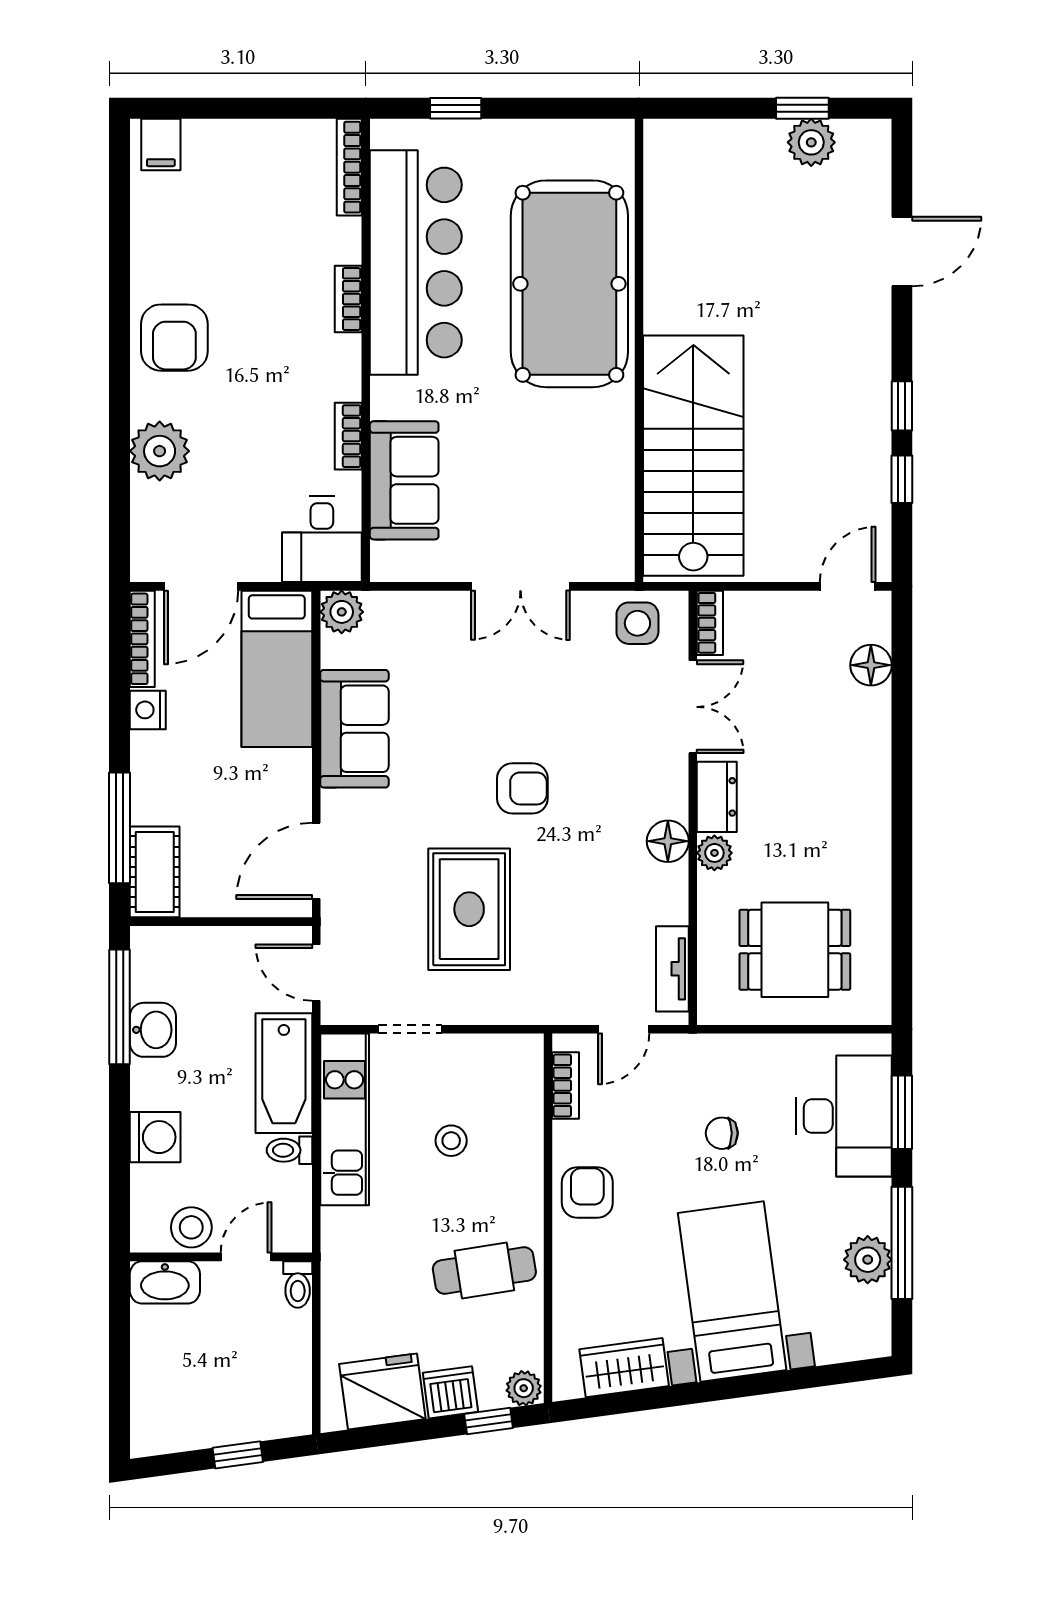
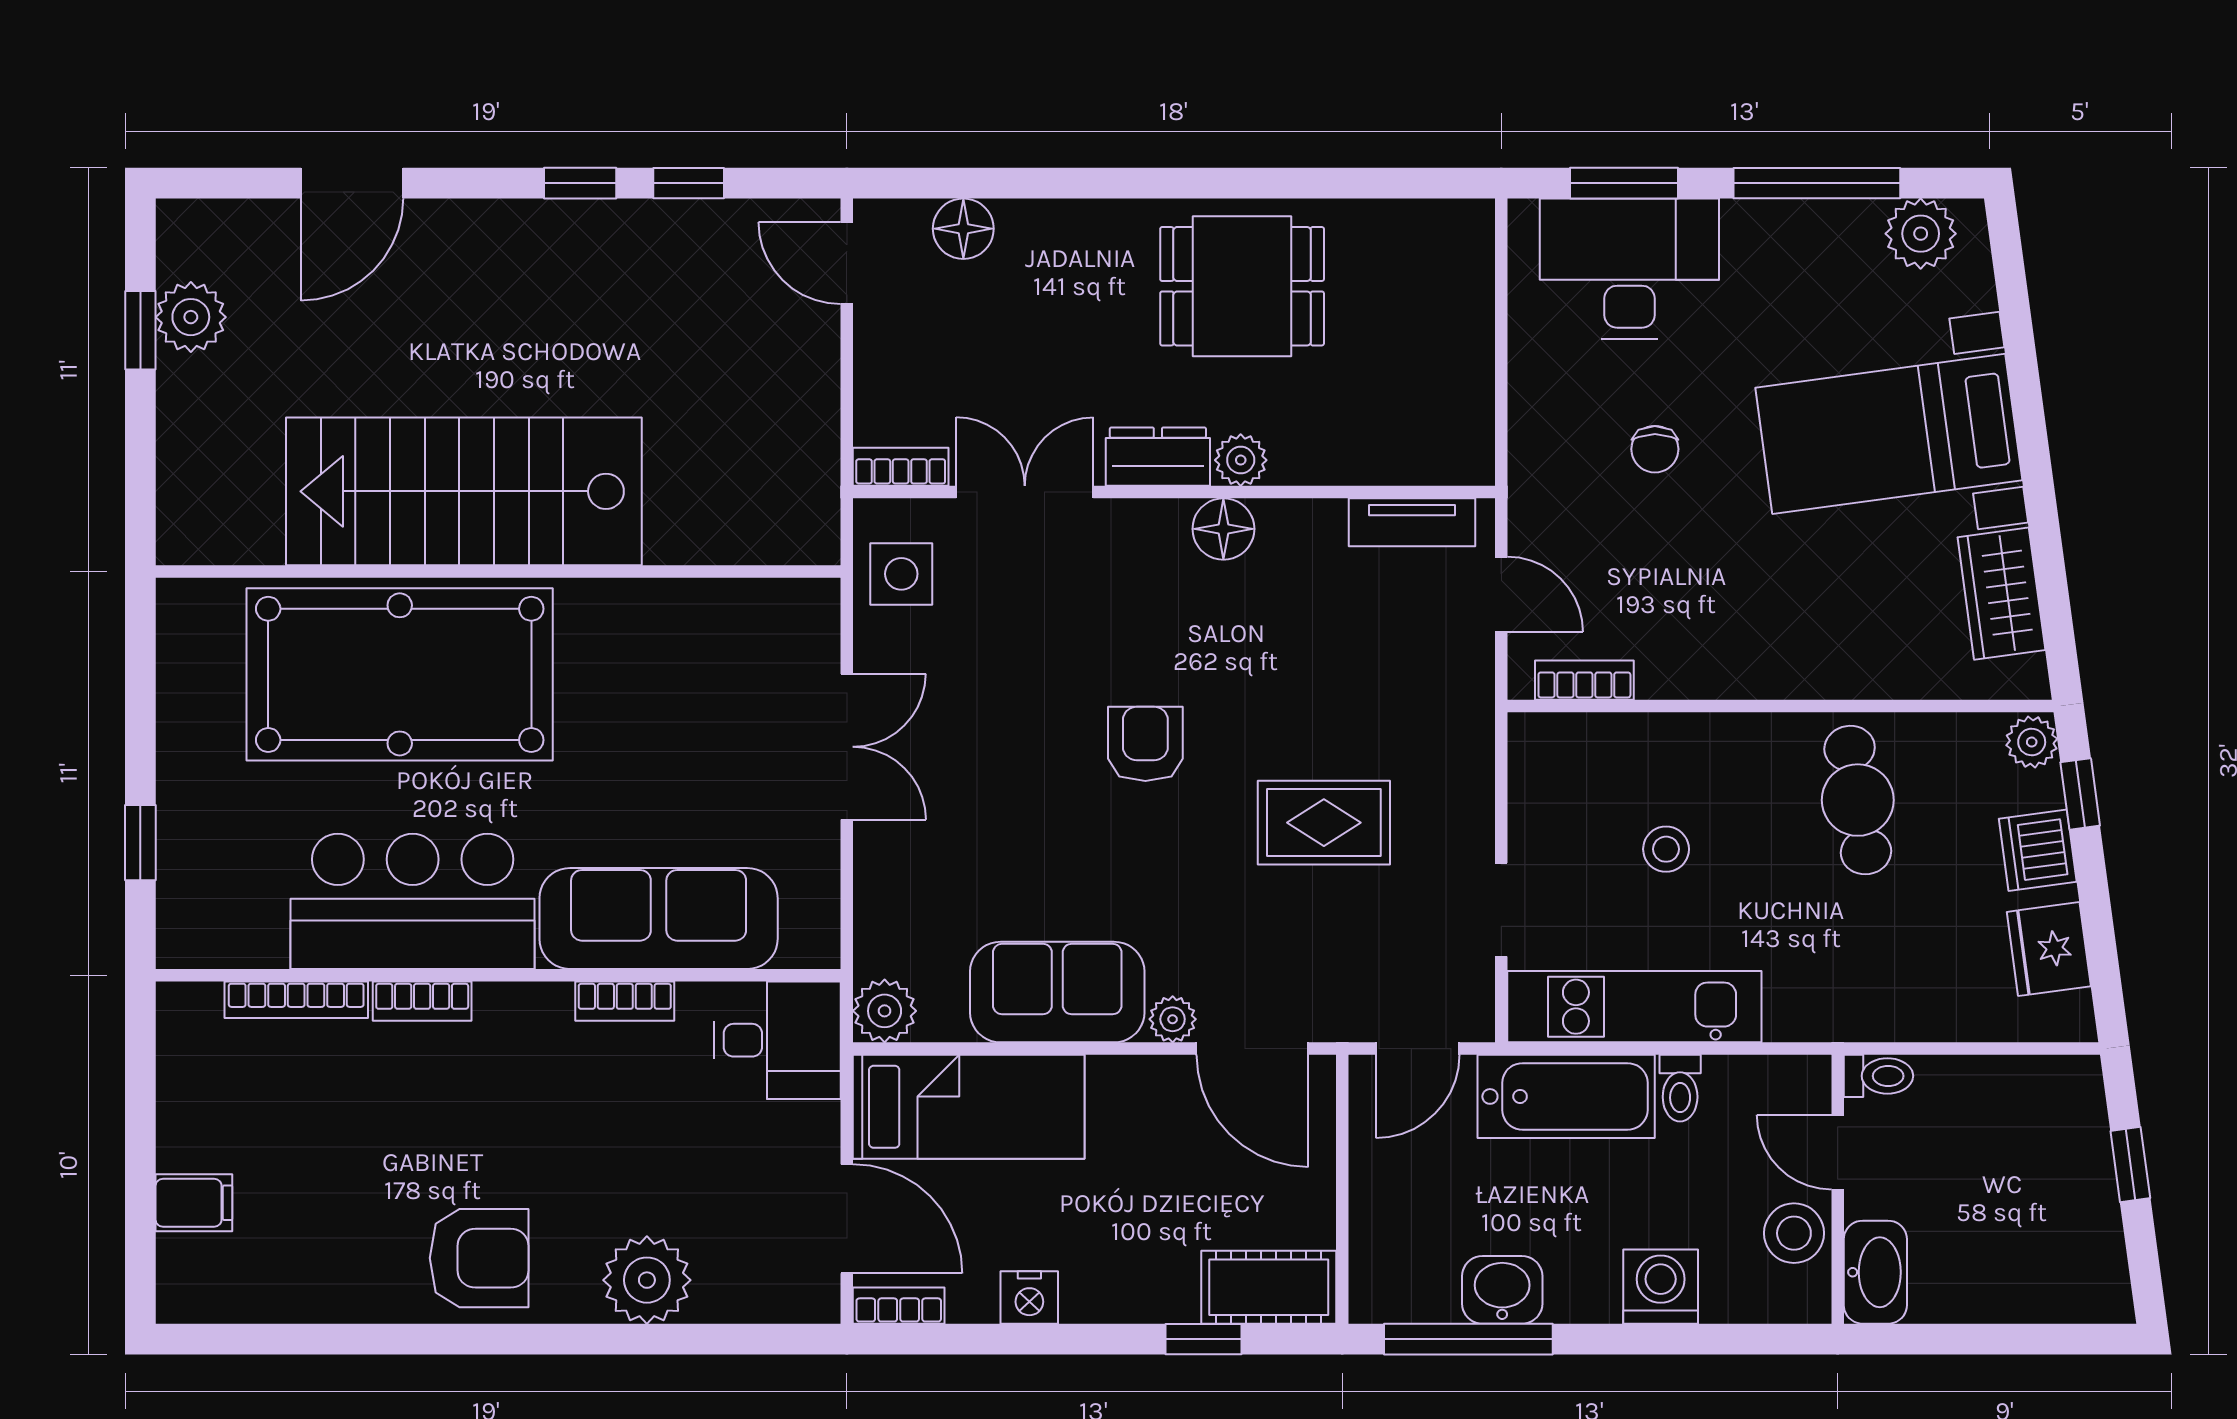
filing cabinet: (161, 145) -> (194, 1203), moved
bookcase: (349, 167) -> (296, 1000), moved
door: (902, 251) -> (352, 183), swing flipped
bar counter: (416, 263) -> (413, 901), width x0.73
stairs: (693, 456) -> (464, 491), moved
sofa: (404, 480) -> (659, 918), width x1.36
bookcase: (142, 639) -> (899, 1306), width x0.64
plant: (336, 807) -> (1173, 1019), added
window: (120, 828) -> (1204, 1339), width x0.46
rug: (469, 909) -> (1324, 823), width x0.73, depth x0.70
dining table: (795, 950) -> (1242, 286), moved, turned 90
armchair: (587, 1193) -> (1743, 648), removed
plant: (868, 1260) -> (1921, 234), moved
fridge: (382, 1391) -> (2049, 949), width x0.73, depth x0.75

